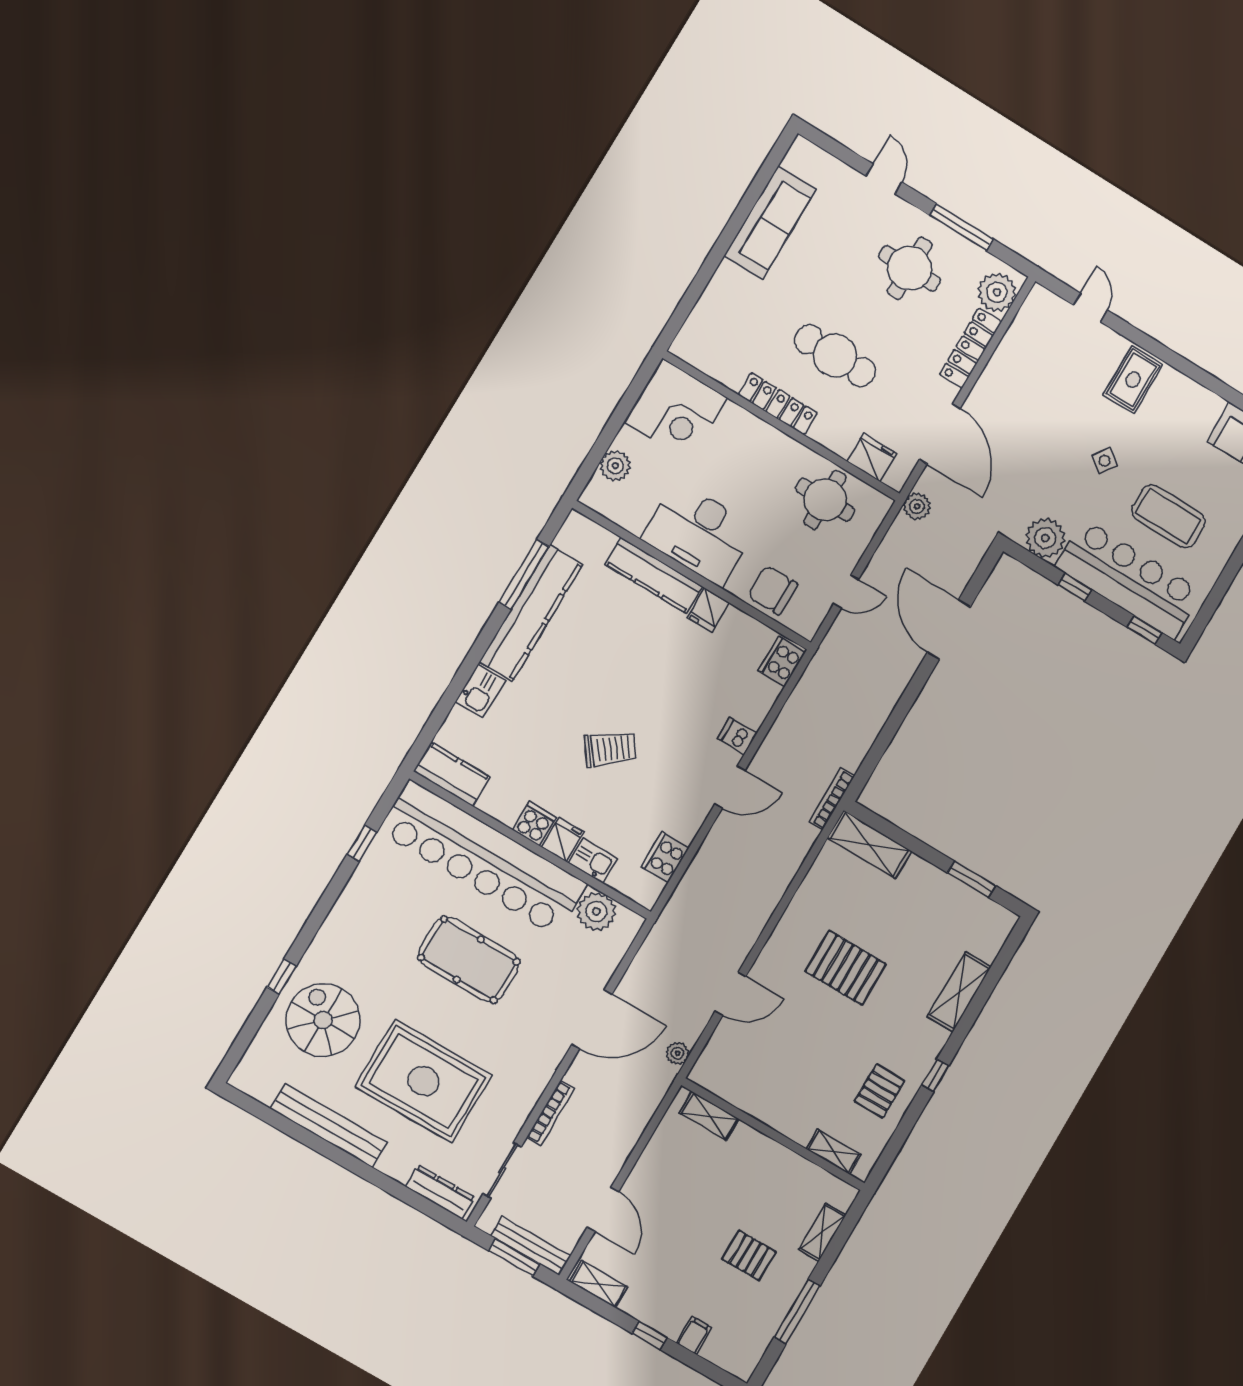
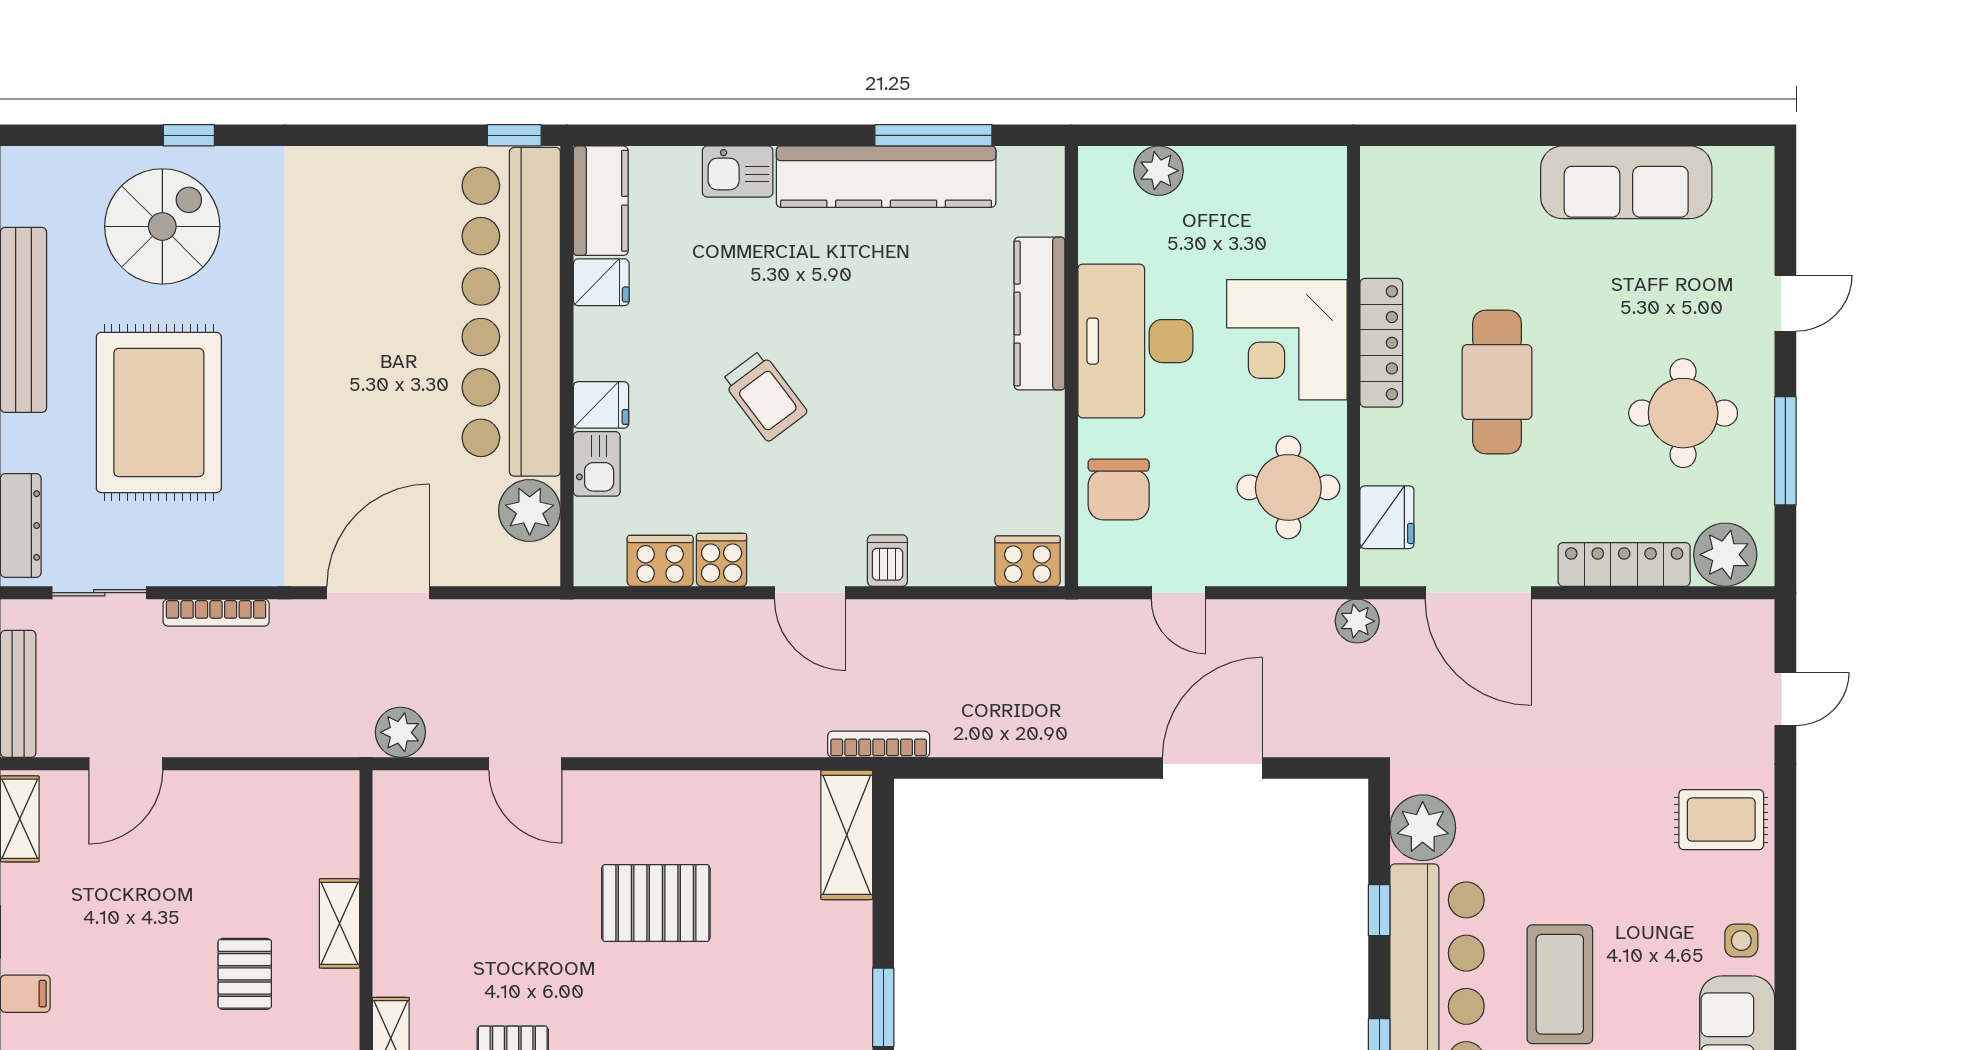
corner desk: (676, 410) -> (1287, 340), moved
door: (940, 434) -> (1478, 593), hinge flipped
side table: (1105, 461) -> (1741, 941), moved, turned -36
chair: (773, 590) -> (1119, 489), turned 180
fridge: (708, 610) -> (601, 282), moved, turned 180
cooker: (534, 824) -> (722, 560), moved, turned -90
window: (362, 843) -> (514, 135), moved
pool table: (469, 960) -> (361, 375), removed
pallet: (846, 968) -> (656, 903), turned 90
door: (592, 1019) -> (378, 593), swing flipped
plant: (678, 1053) -> (400, 732), width x1.38, depth x1.38
shelving: (709, 1116) -> (339, 923), moved
pallet: (749, 1255) -> (245, 974), moved

